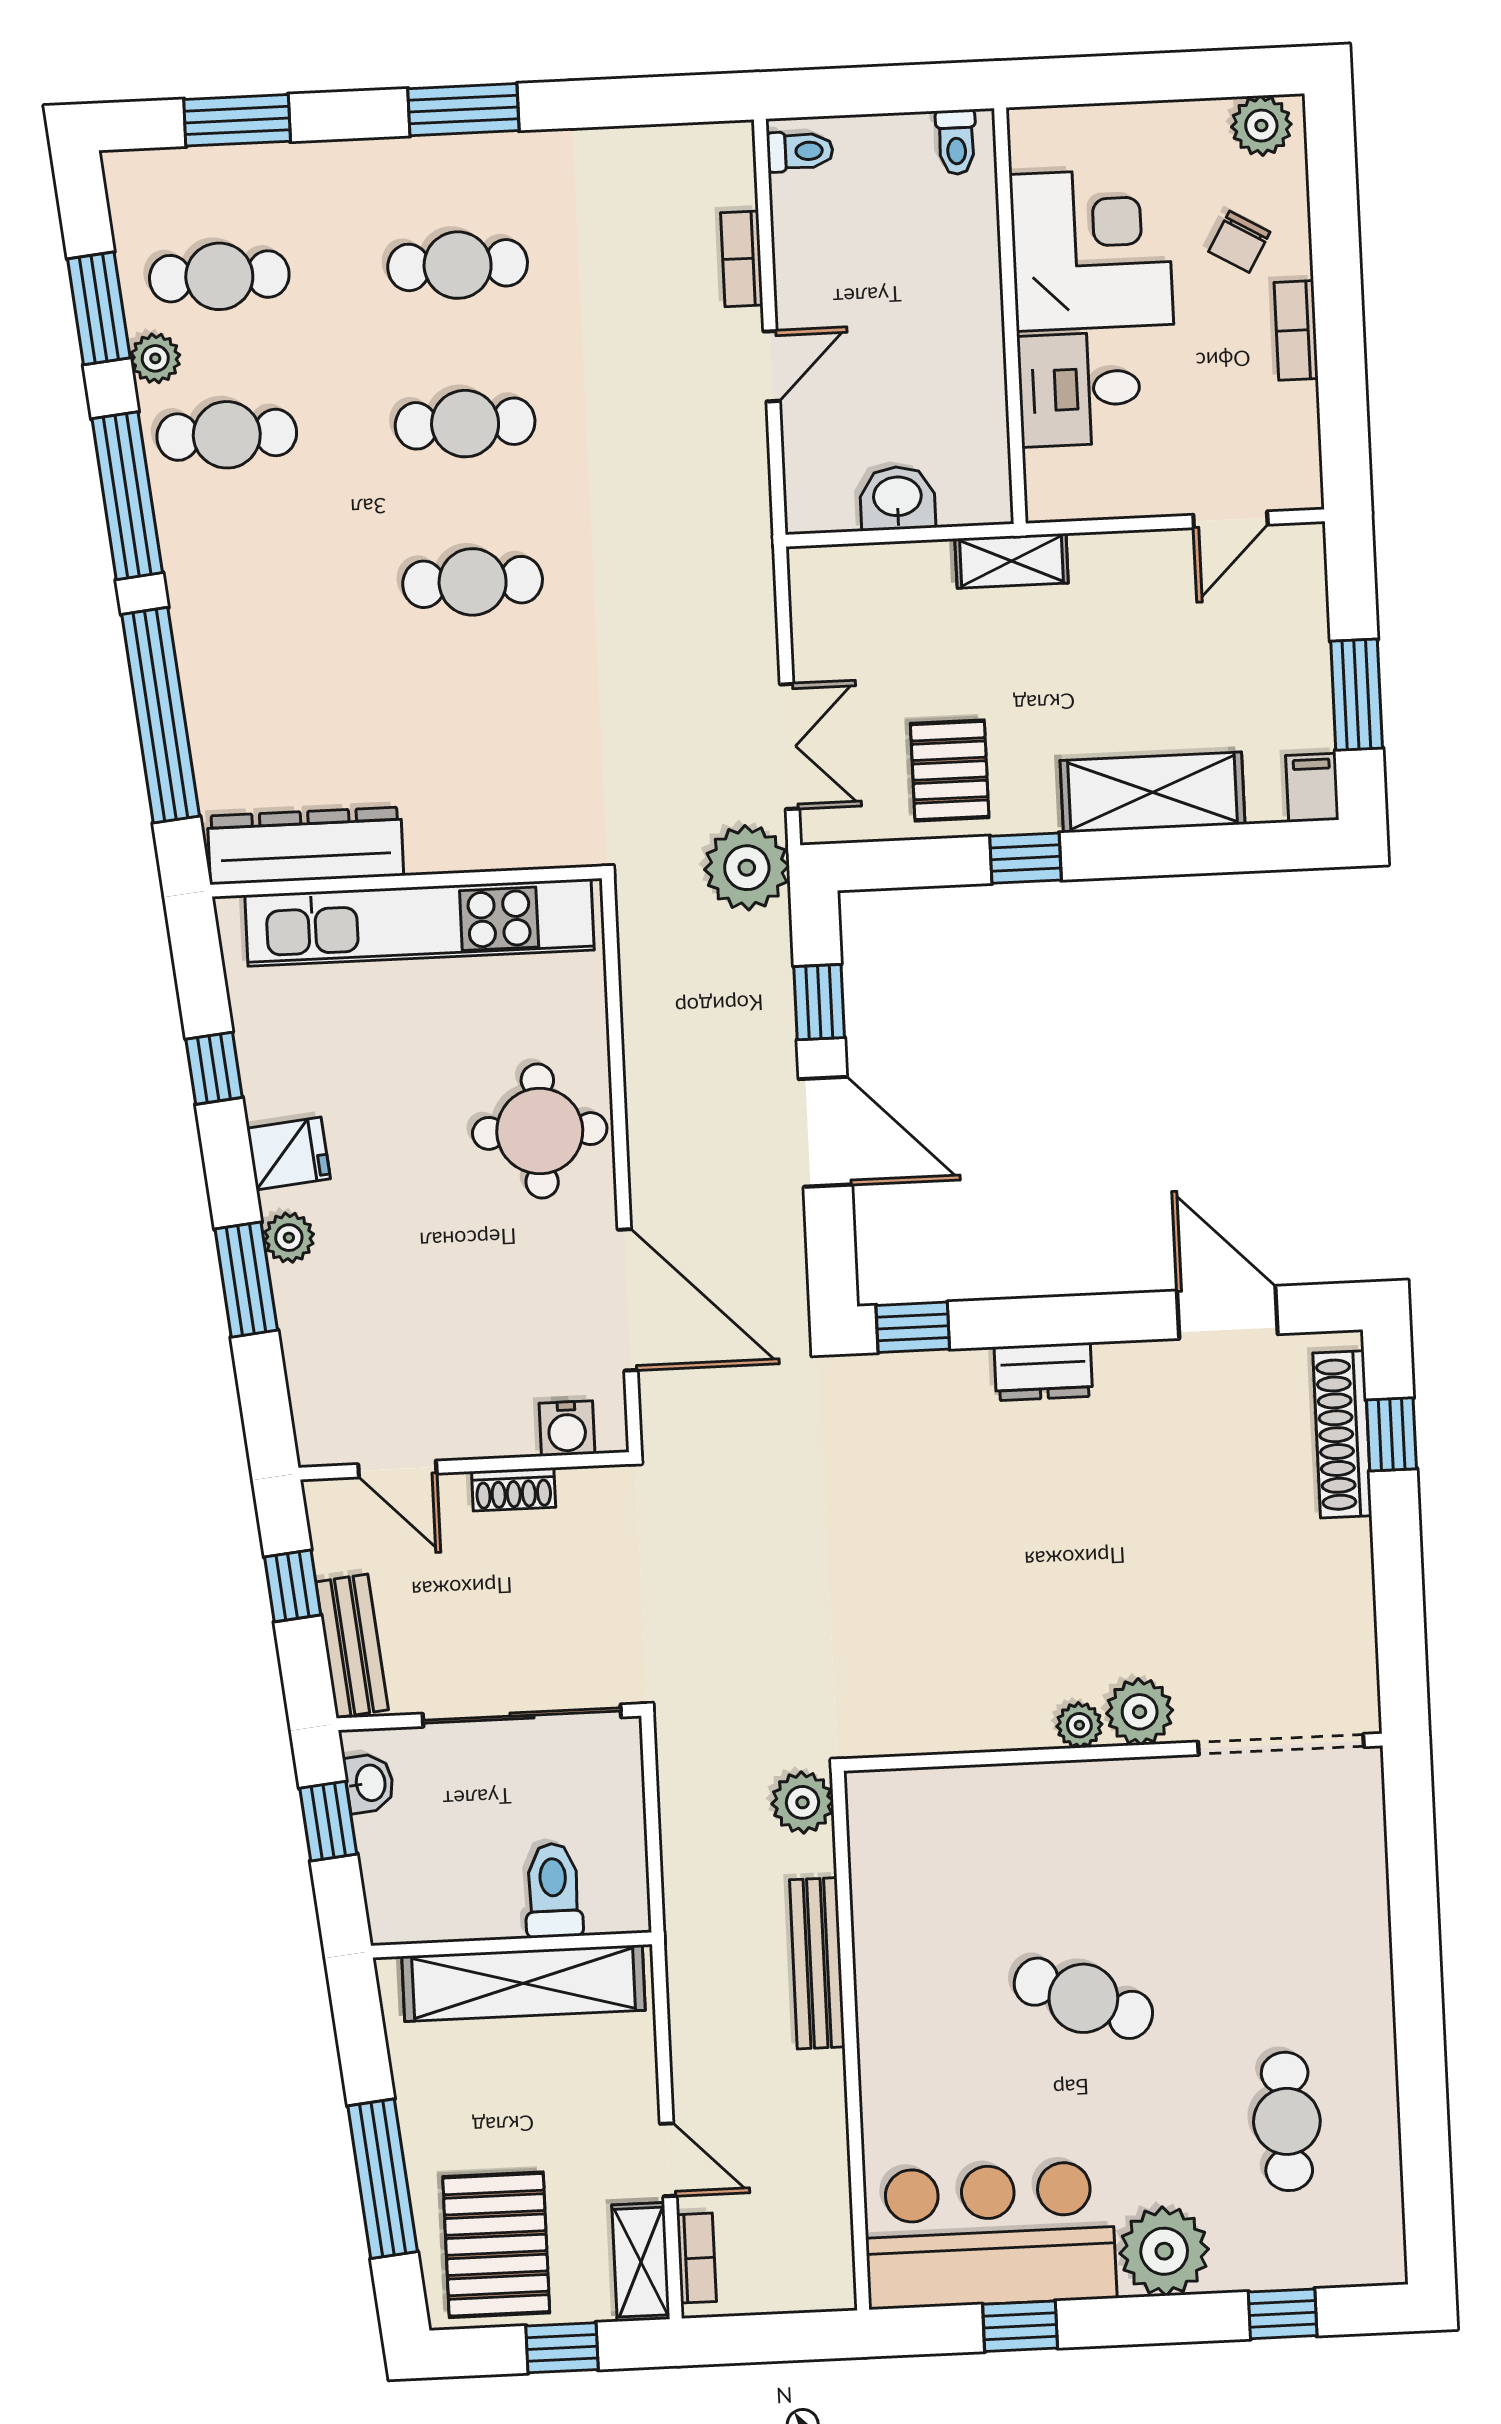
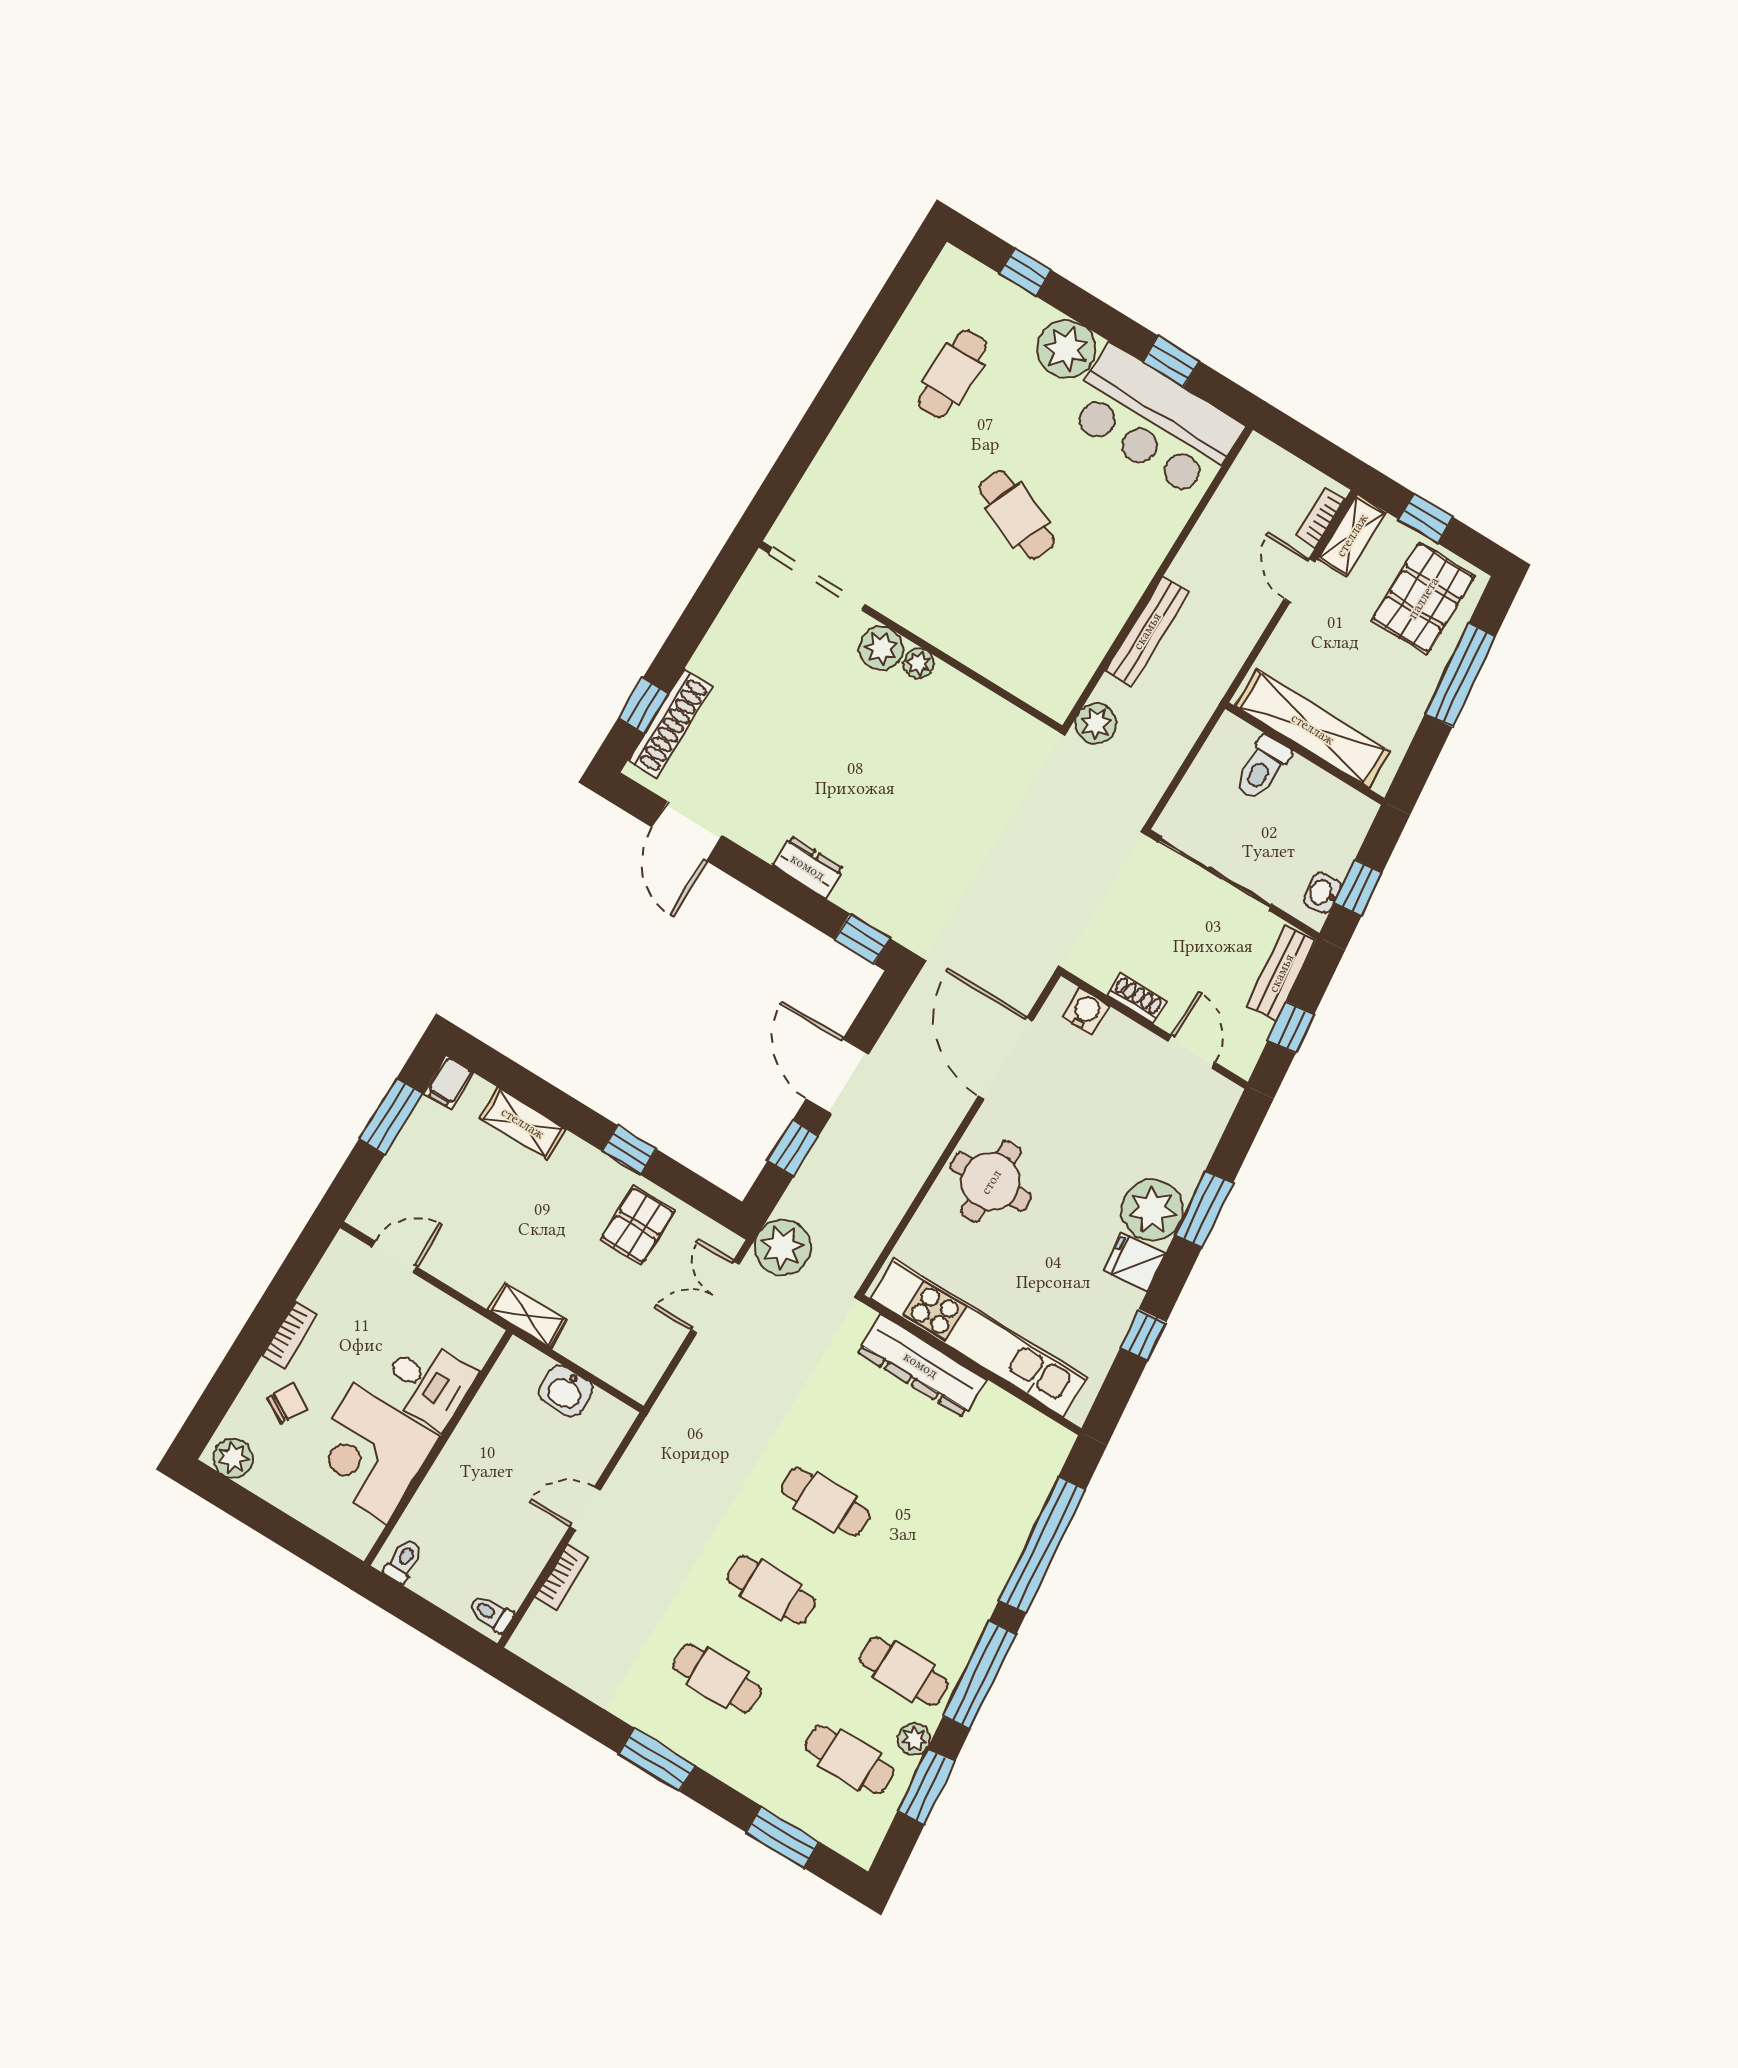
shelving: (1152, 792) -> (523, 1123), width x0.67, depth x0.75
dresser: (305, 846) -> (921, 1365), moved
plant: (289, 1238) -> (1152, 1210), width x1.87, depth x1.87

